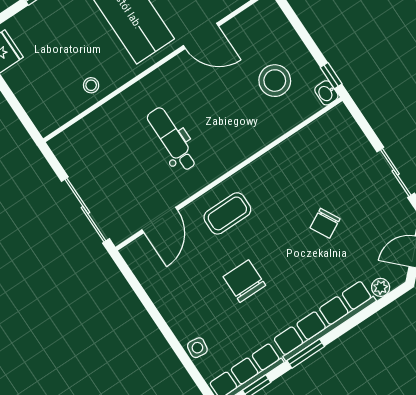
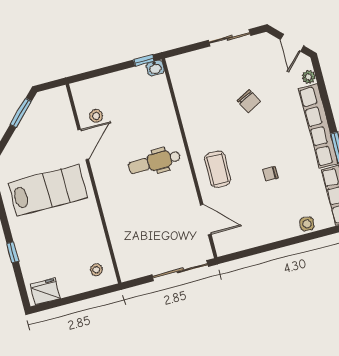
stool: (275, 81) -> (96, 116), moved, width x0.53, depth x0.53
stool: (91, 85) -> (96, 270), moved
dental chair: (172, 139) -> (154, 162), moved
chair: (244, 281) -> (270, 174), width x0.54, depth x0.54

